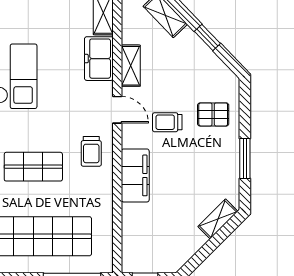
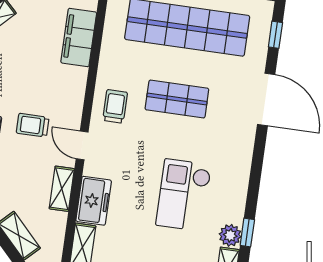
trolley: (167, 122) -> (33, 125), turned 180
filing cabinet: (135, 175) -> (79, 37), moved

